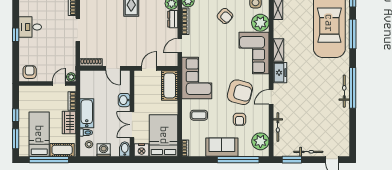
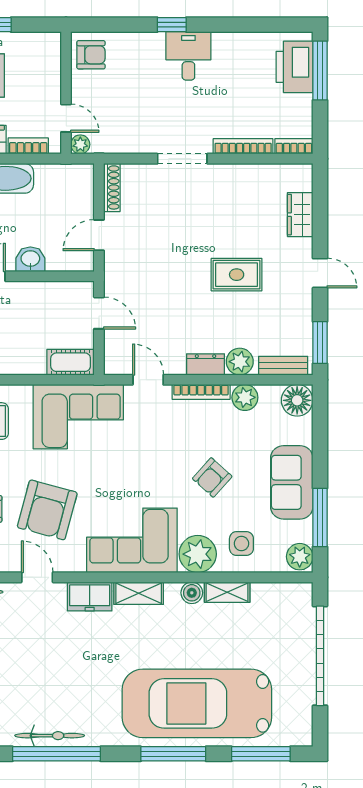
boiler: (278, 25) -> (192, 593), added
cot: (170, 85) -> (71, 362), width x0.73, depth x0.75

